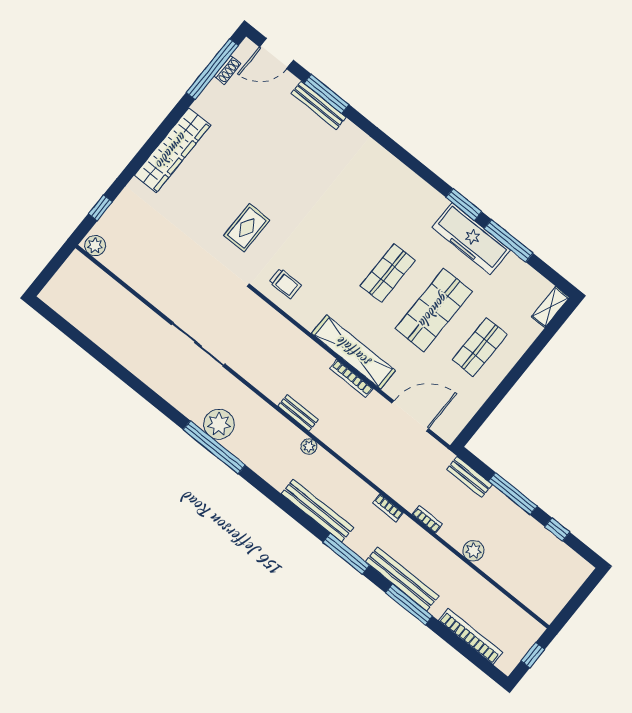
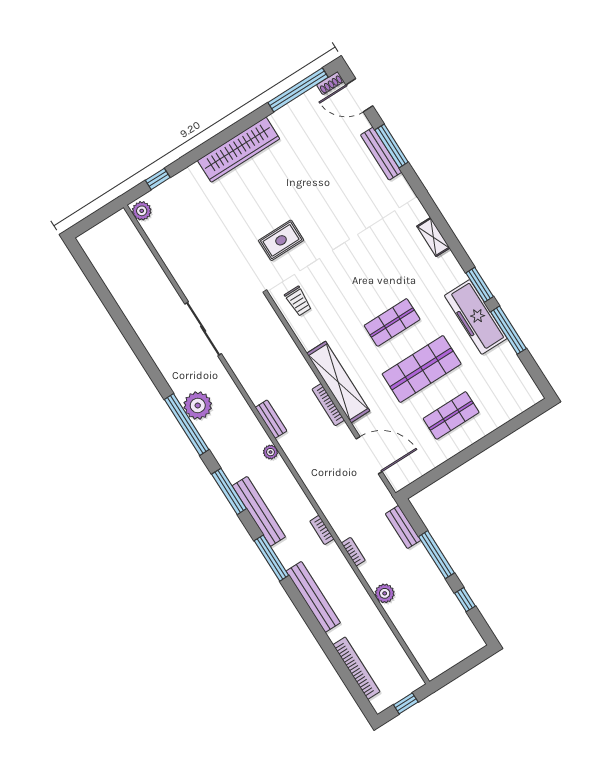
shoe rack: (228, 70) -> (330, 83), moved
shelving: (550, 307) -> (433, 237), moved, turned 90
window: (409, 604) -> (229, 491), moved

